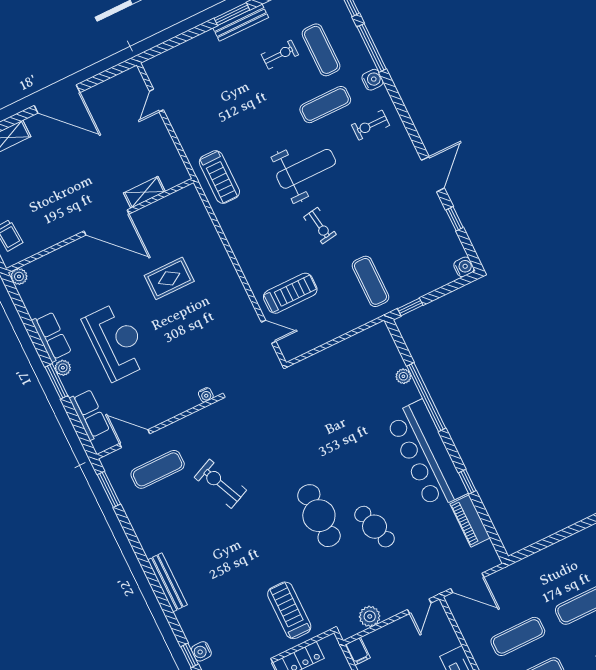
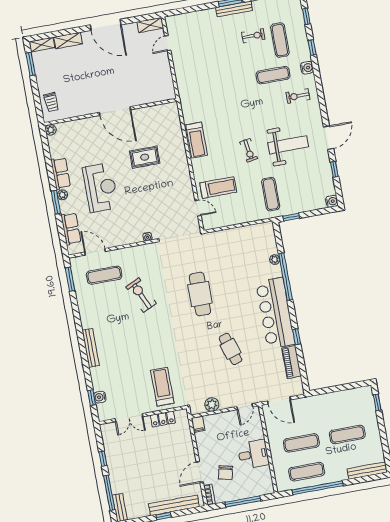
window: (372, 48) -> (312, 48), width x0.46
weight bench: (306, 169) -> (288, 145), moved
treadmill: (219, 177) -> (197, 140), moved
shelving: (144, 192) -> (150, 25), moved
cafe table: (319, 516) -> (200, 294), moved

